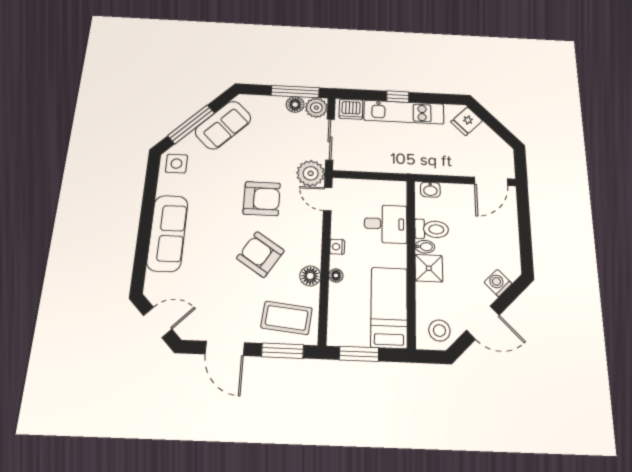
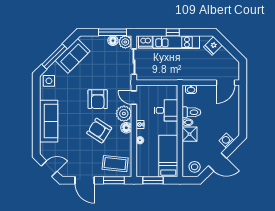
plant: (311, 173) -> (124, 114), moved
armchair: (262, 199) -> (98, 99), turned 90
floor lamp: (310, 276) -> (126, 128), moved

